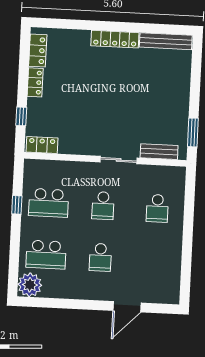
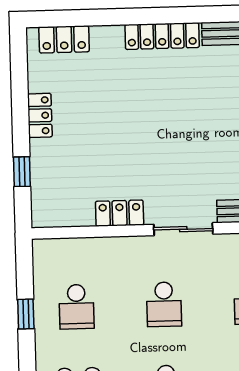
locker: (38, 51) -> (64, 39), moved, turned 90
locker: (42, 145) -> (120, 213), moved
school desk: (49, 203) -> (77, 307), width x0.54

